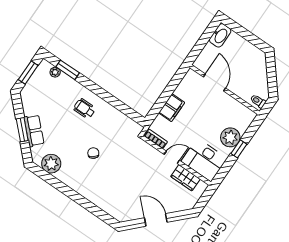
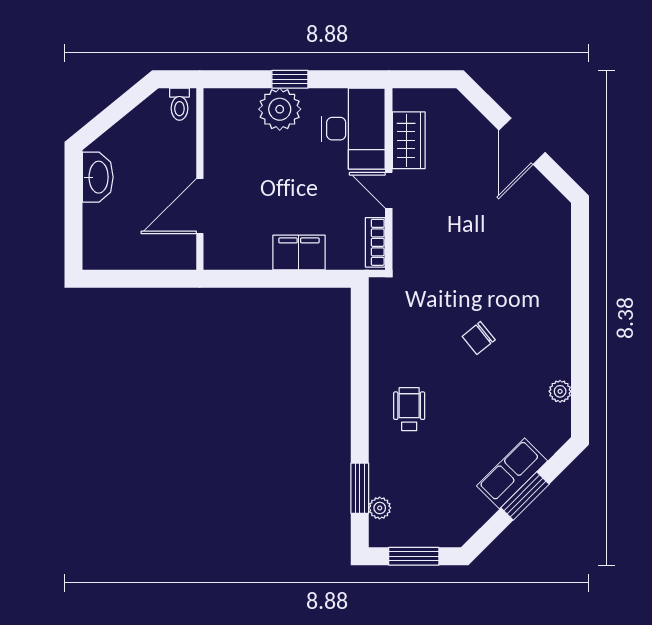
washbasin: (220, 35) -> (98, 177), moved, turned 90
wheelchair: (85, 109) -> (409, 409), turned 180
plant: (51, 164) -> (560, 391), width x0.53, depth x0.53

